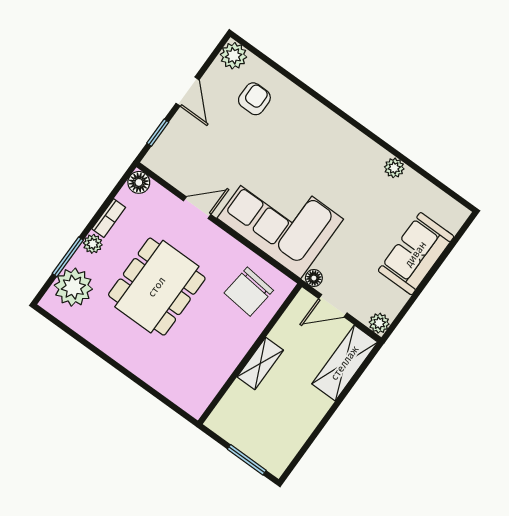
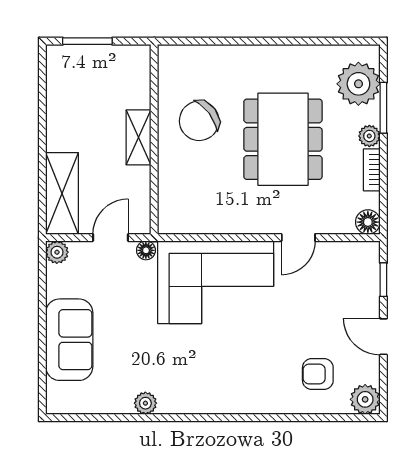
armchair: (254, 99) -> (318, 374), turned 90
chair: (249, 292) -> (199, 121), moved, turned -133

